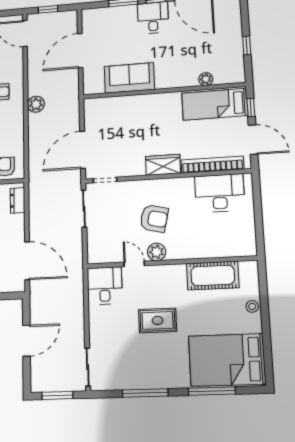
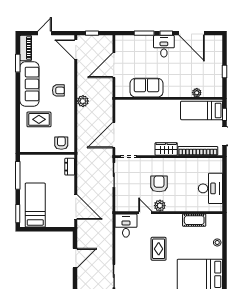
desk: (220, 193) -> (210, 188), moved, turned 90
armchair: (154, 218) -> (159, 184), turned -103
cot: (213, 276) -> (194, 220), width x0.73, depth x0.75
rug: (158, 320) -> (159, 249), turned 90

